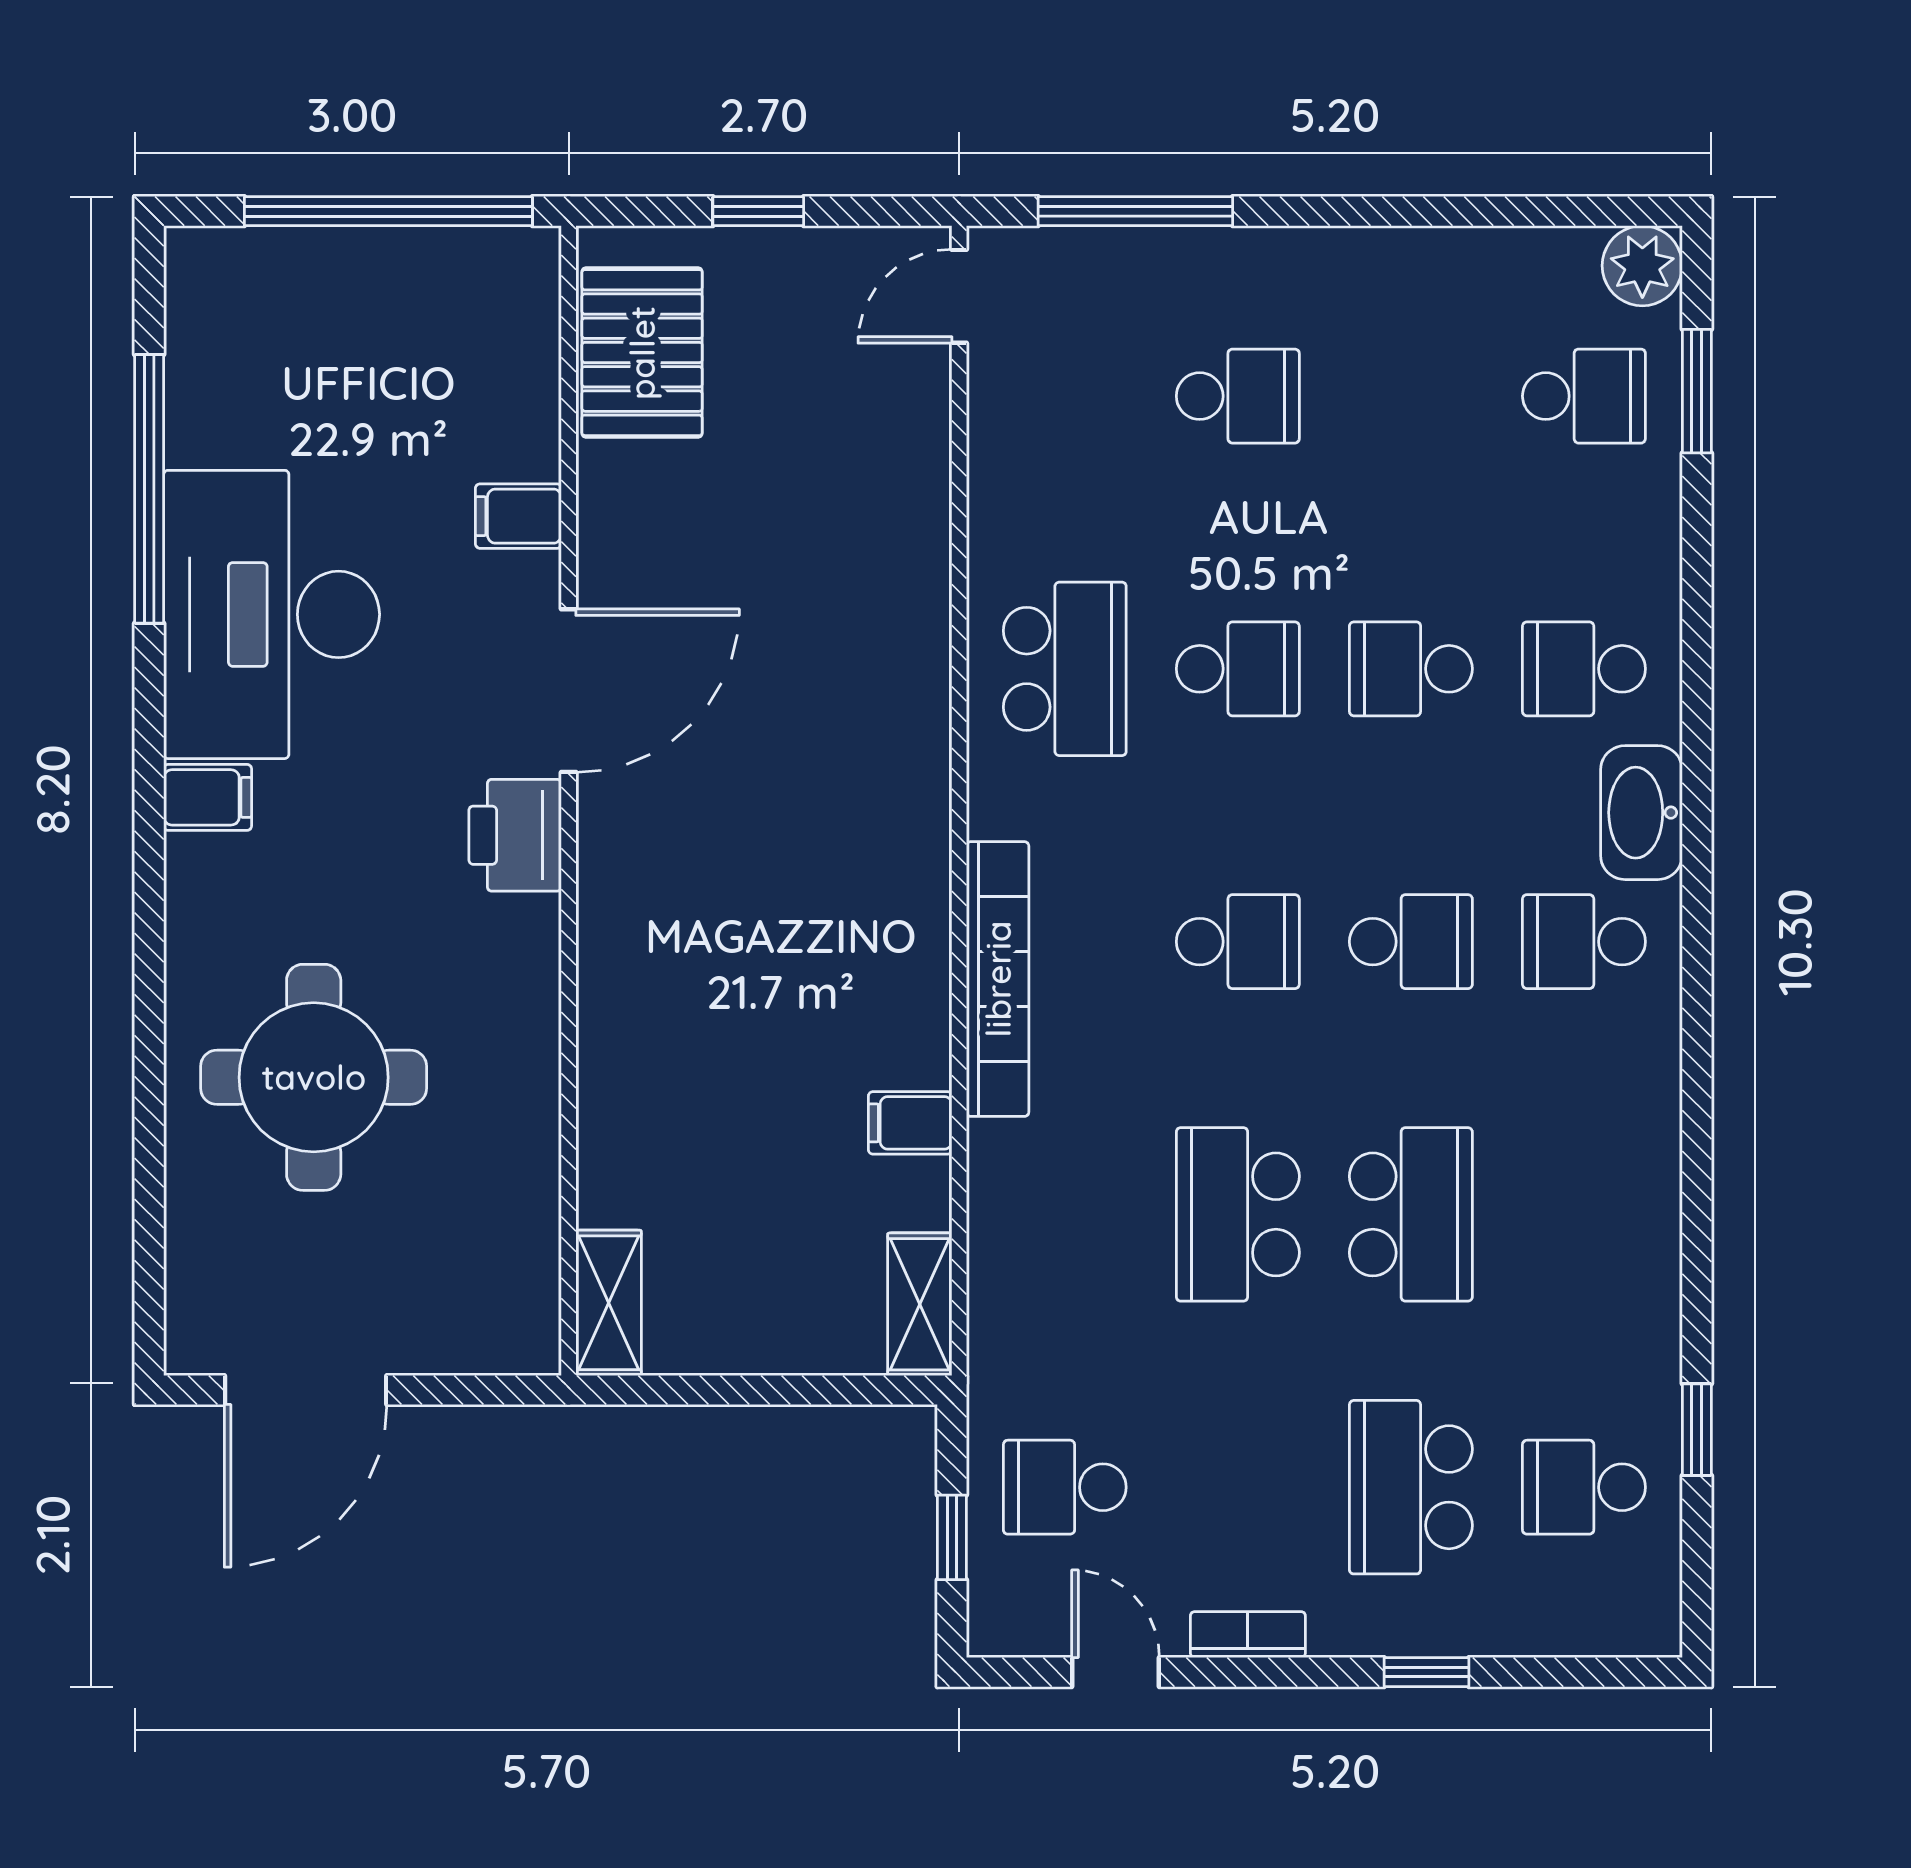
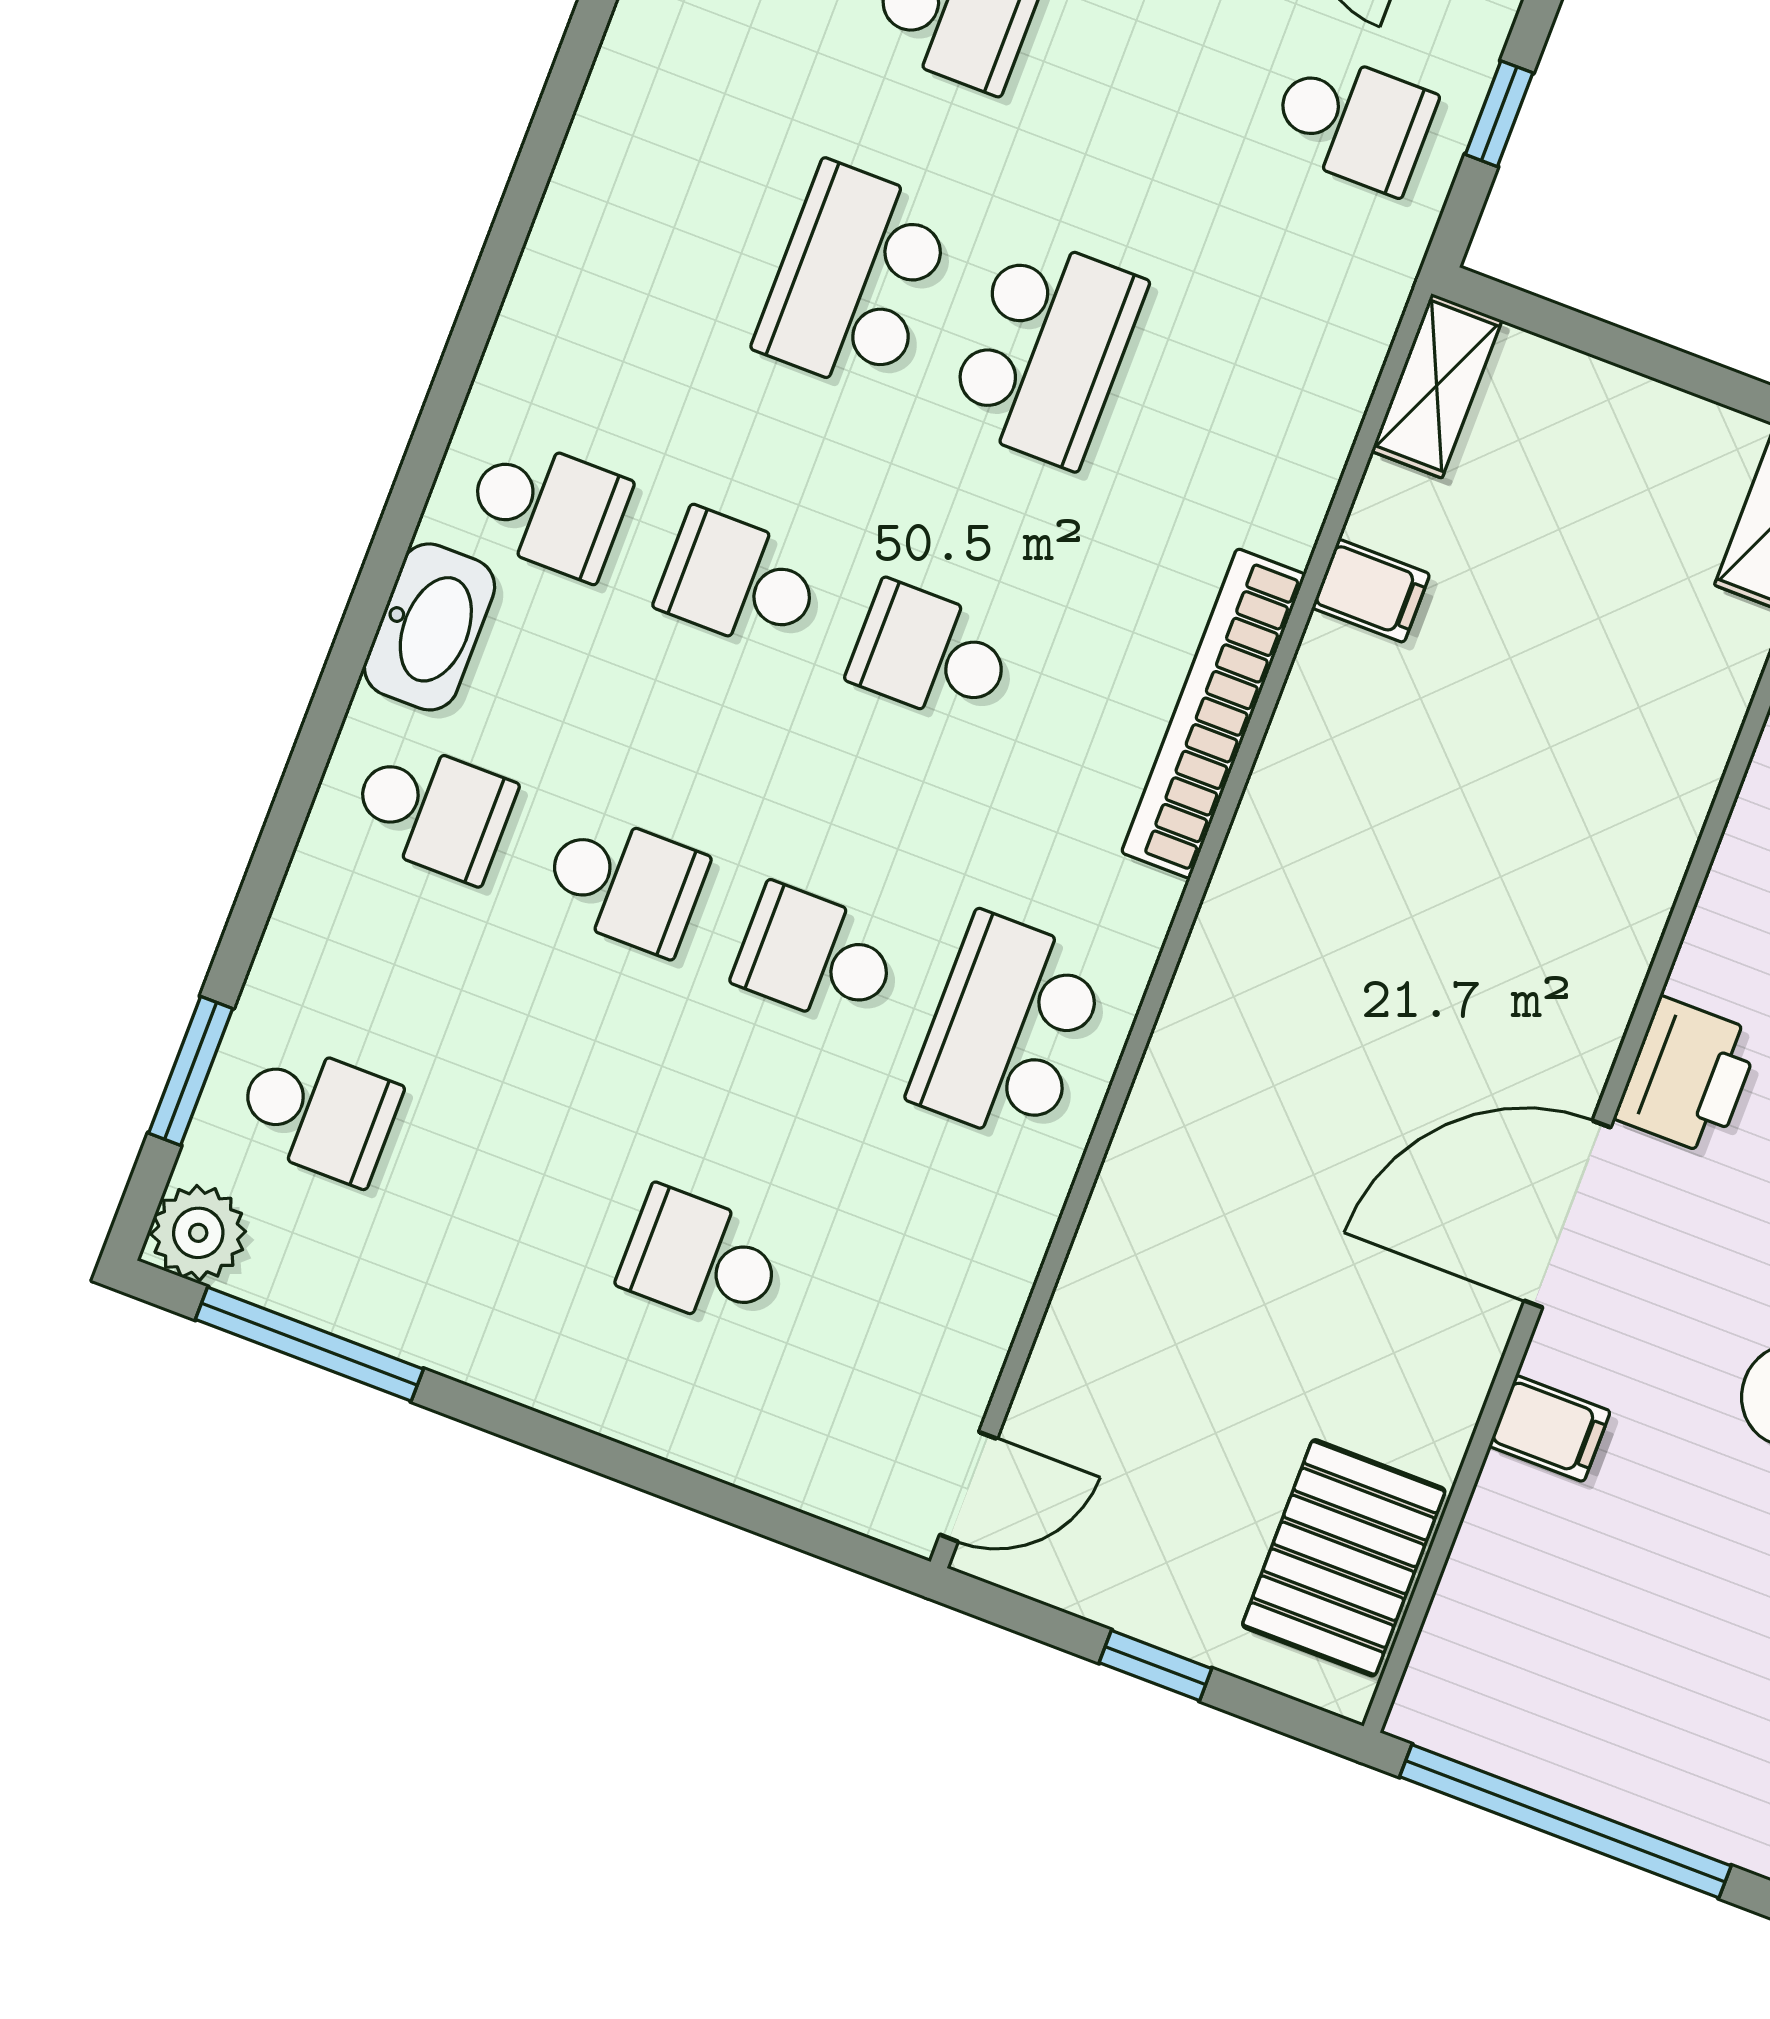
window: (1135, 211) -> (309, 1344), moved
school desk: (1584, 396) -> (318, 1113), turned 180

